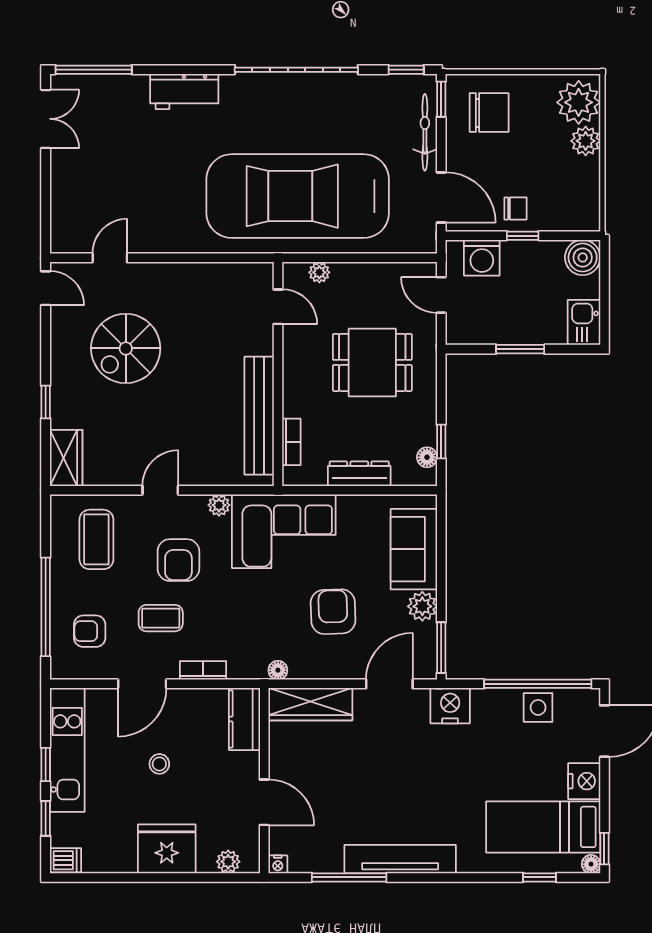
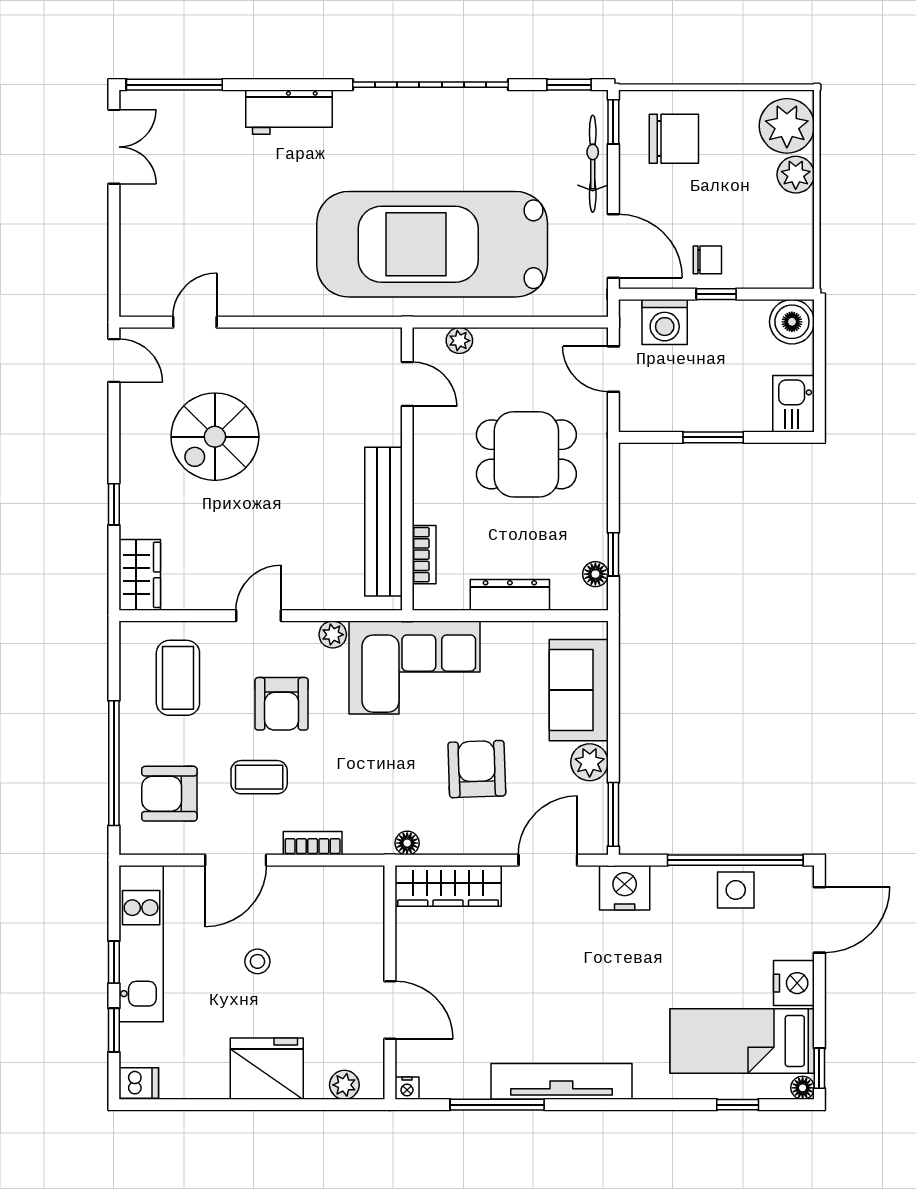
armchair: (90, 631) -> (169, 794), width x1.38, depth x1.38
kitchen counter: (244, 719) -> (365, 905), removed

